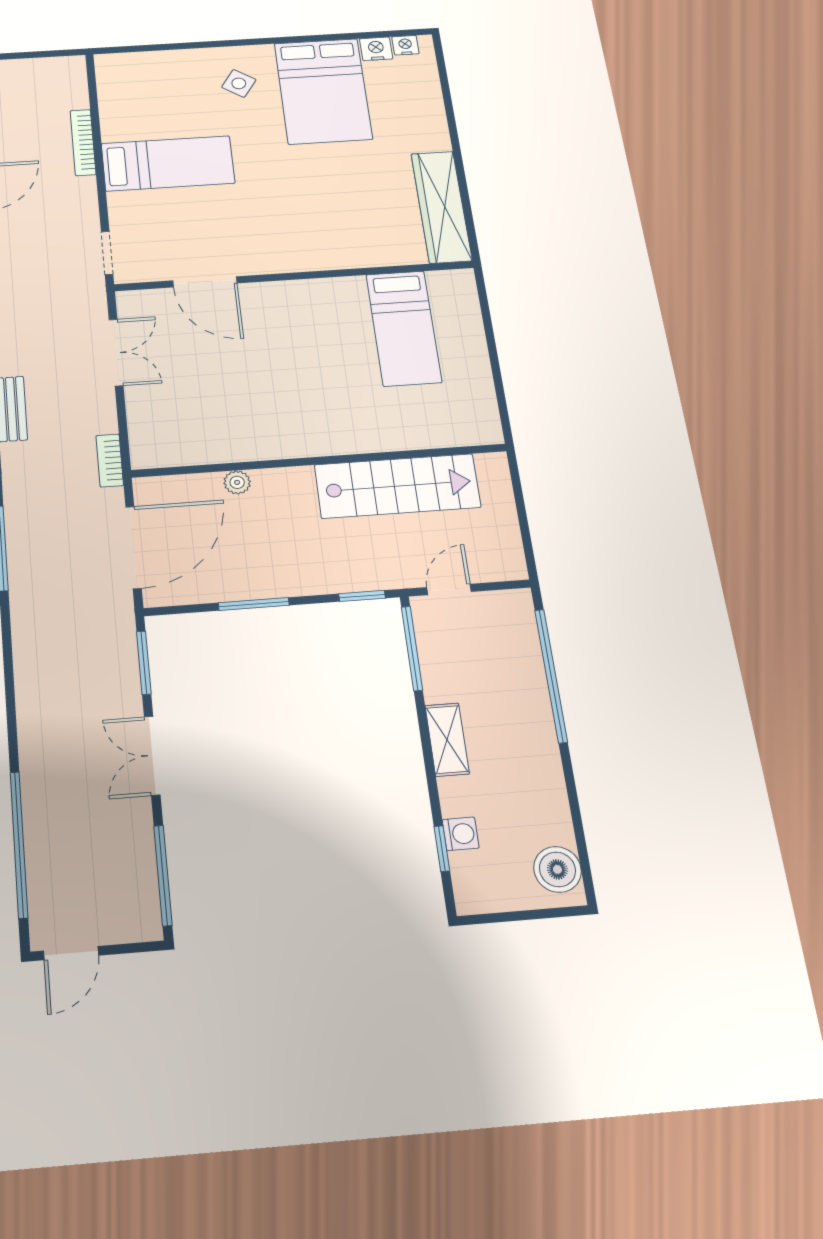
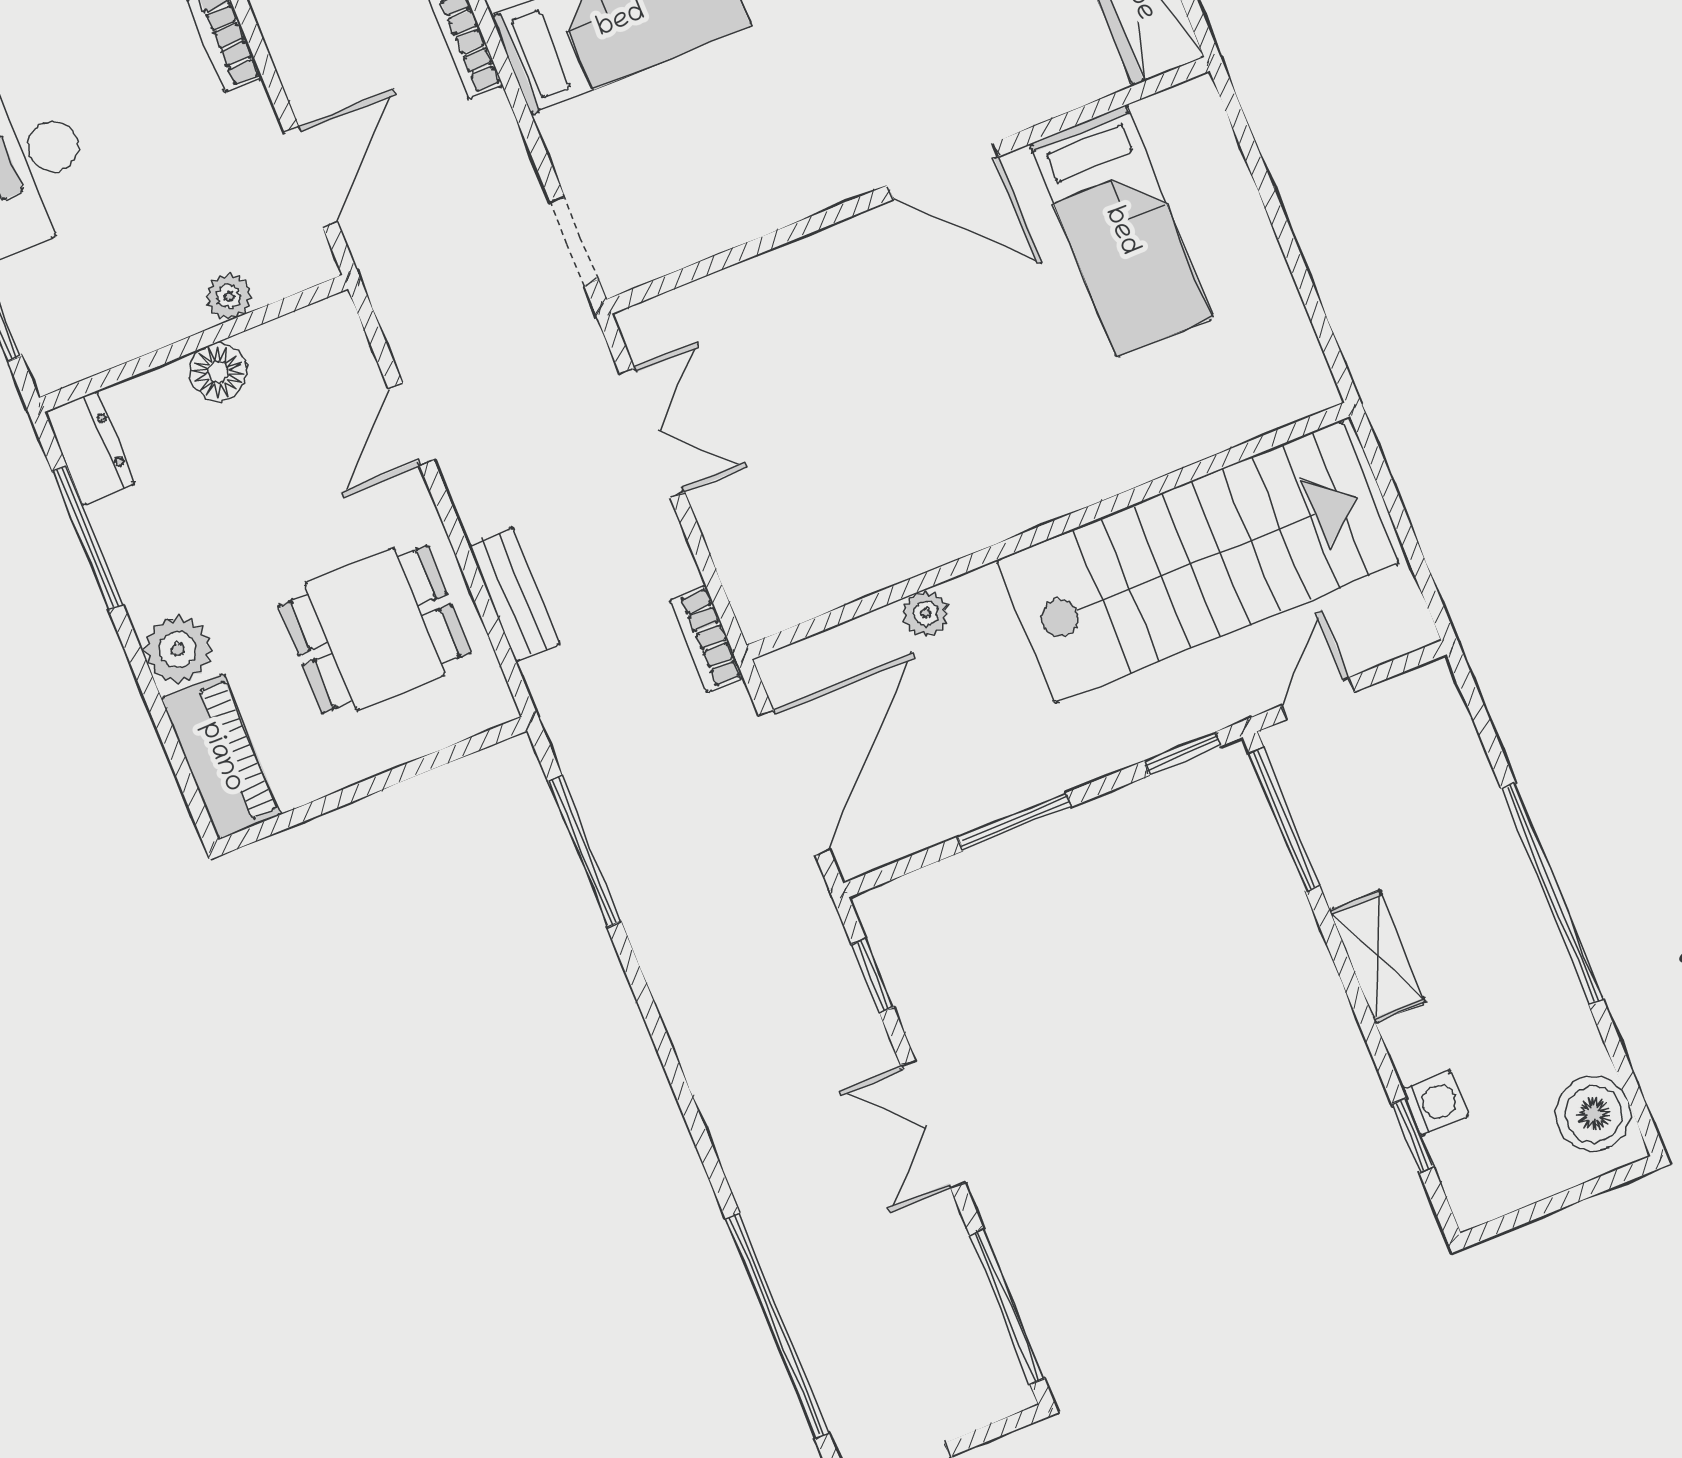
door: (205, 282) -> (944, 171), moved
stairs: (397, 486) -> (1198, 562), width x1.36, depth x1.51
window: (144, 663) -> (873, 976), width x0.67
window: (551, 676) -> (1552, 894), moved

